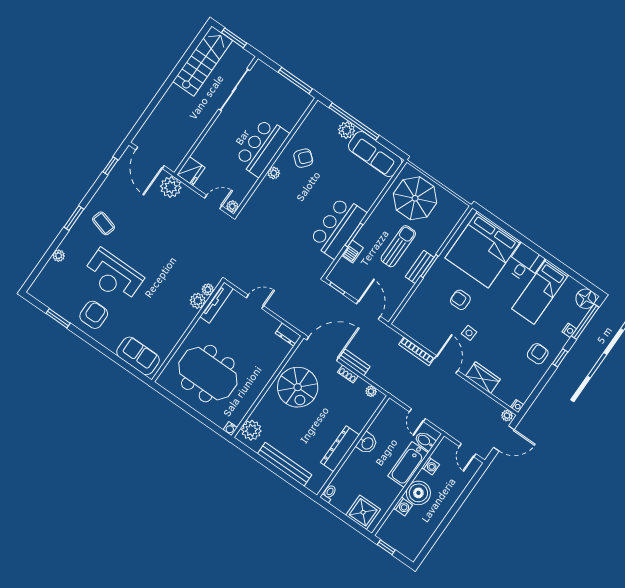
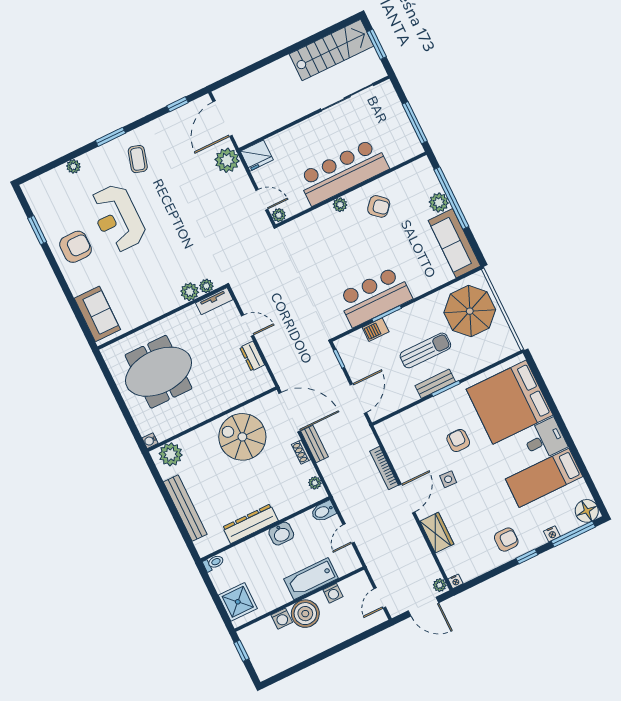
bar counter: (262, 147) -> (343, 172), width x1.36
tv unit: (216, 303) -> (214, 301), width x0.71
dresser: (288, 335) -> (252, 356), moved
meeting table: (208, 374) -> (159, 372), turned 90
spiral stairs: (298, 387) -> (242, 437), turned 90
bidet: (425, 441) -> (323, 511), moved, turned -90

